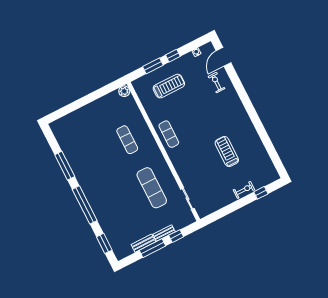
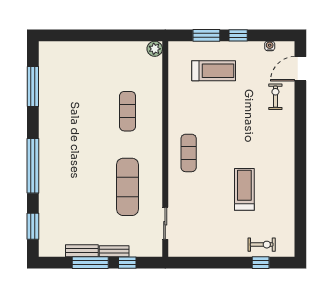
exercise mat: (169, 134) -> (189, 153), moved
window: (65, 166) -> (33, 87), moved
exercise bike: (244, 190) -> (262, 245), moved

